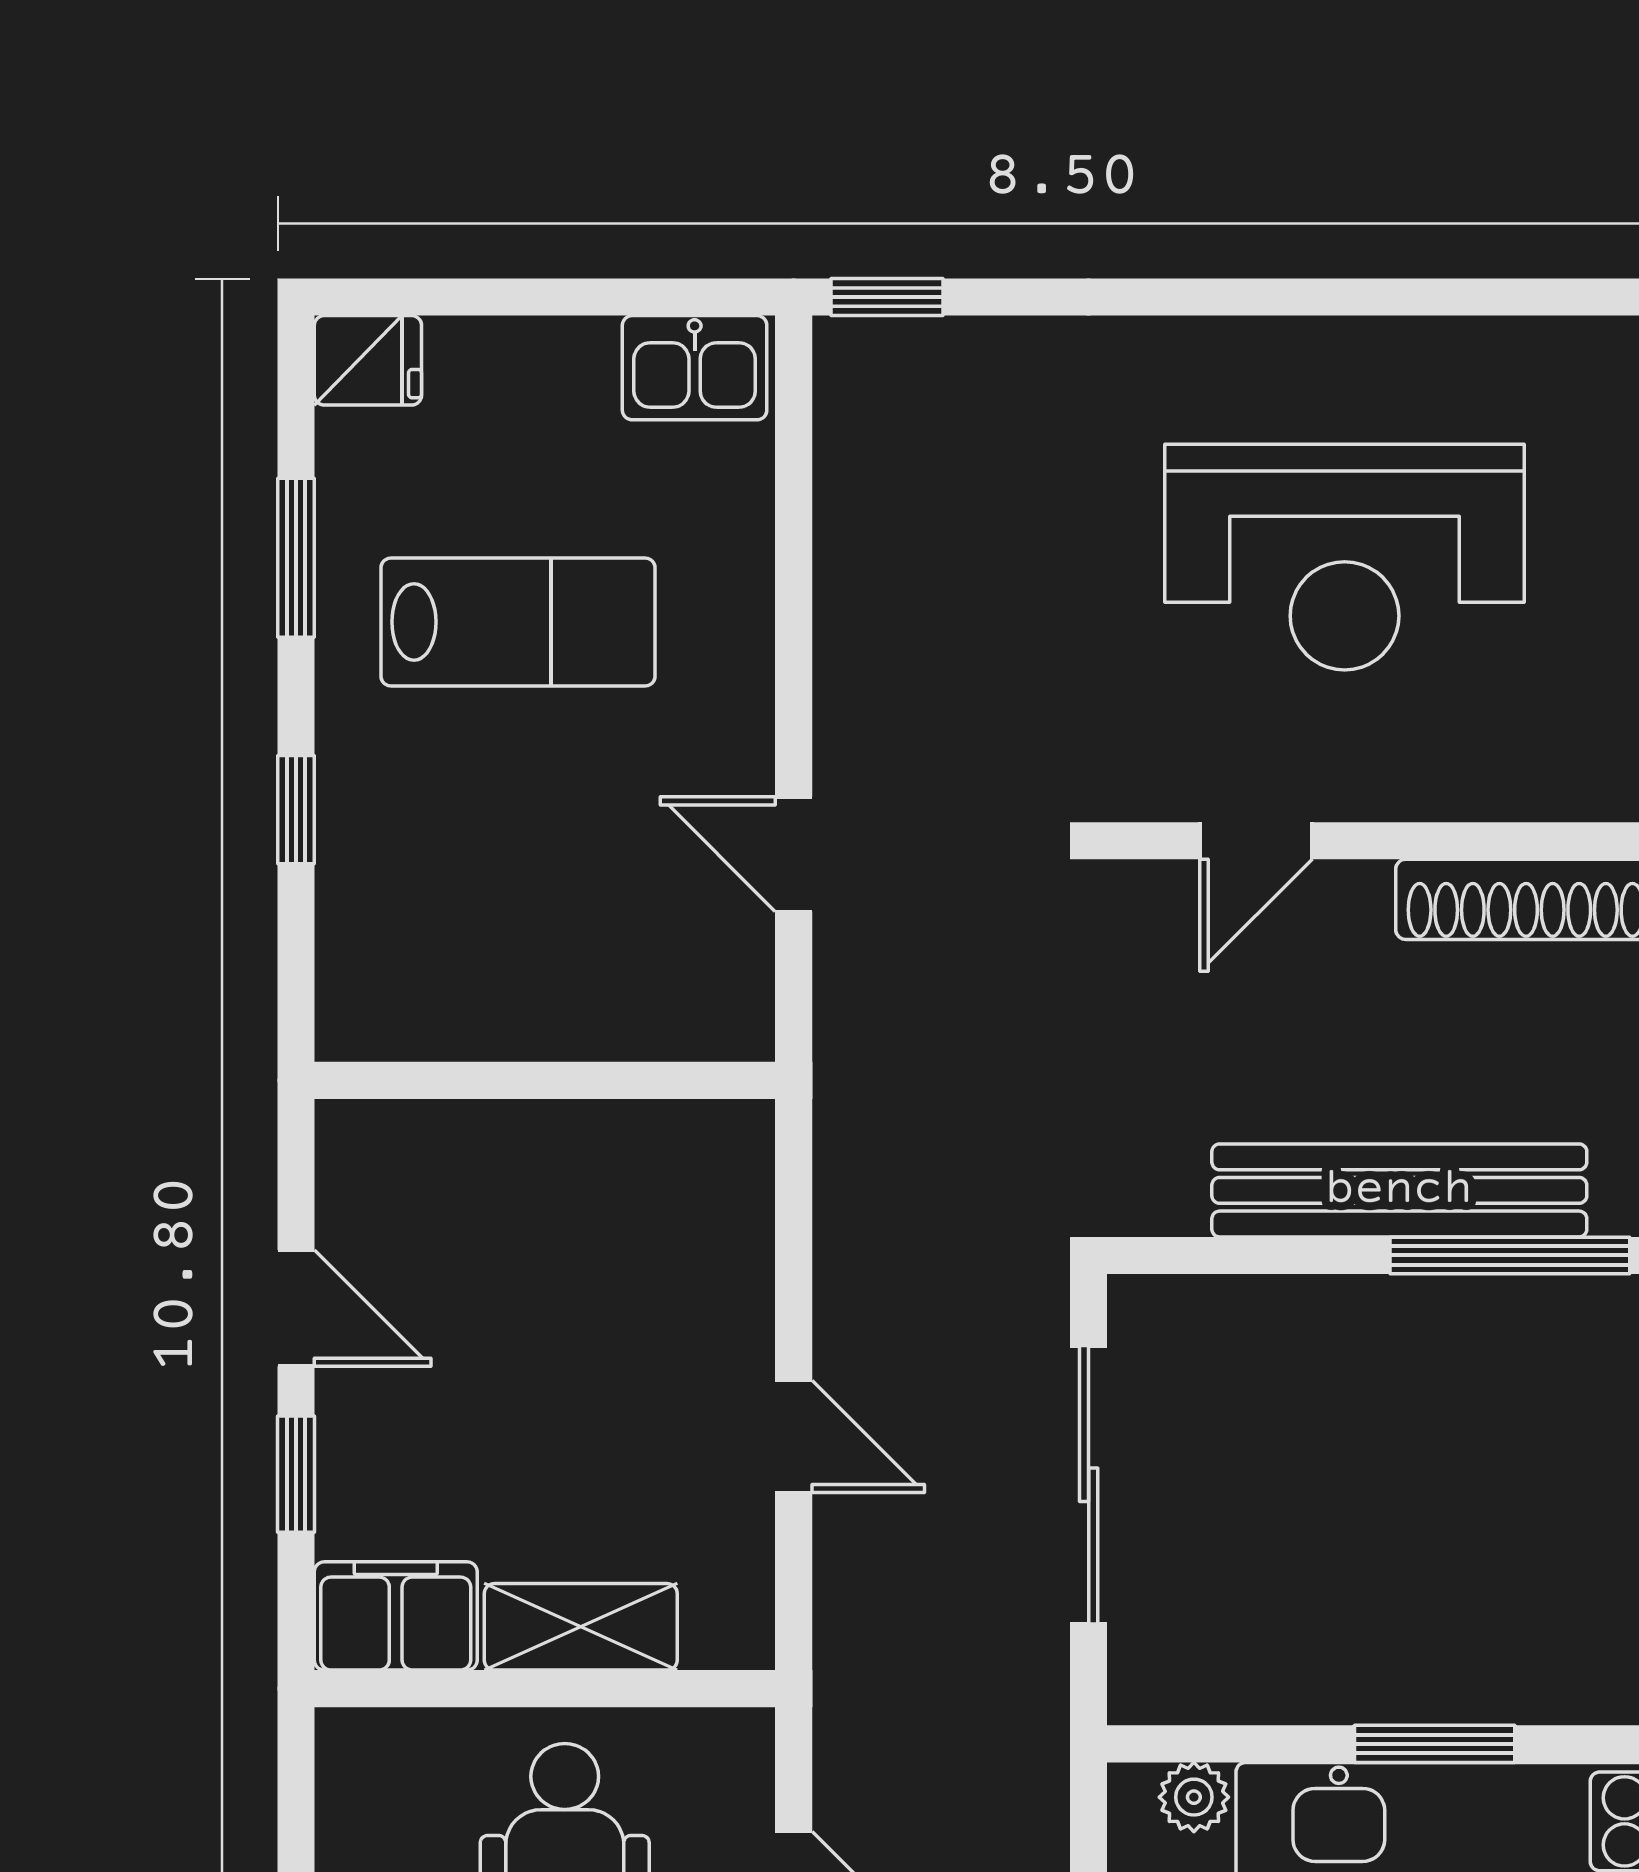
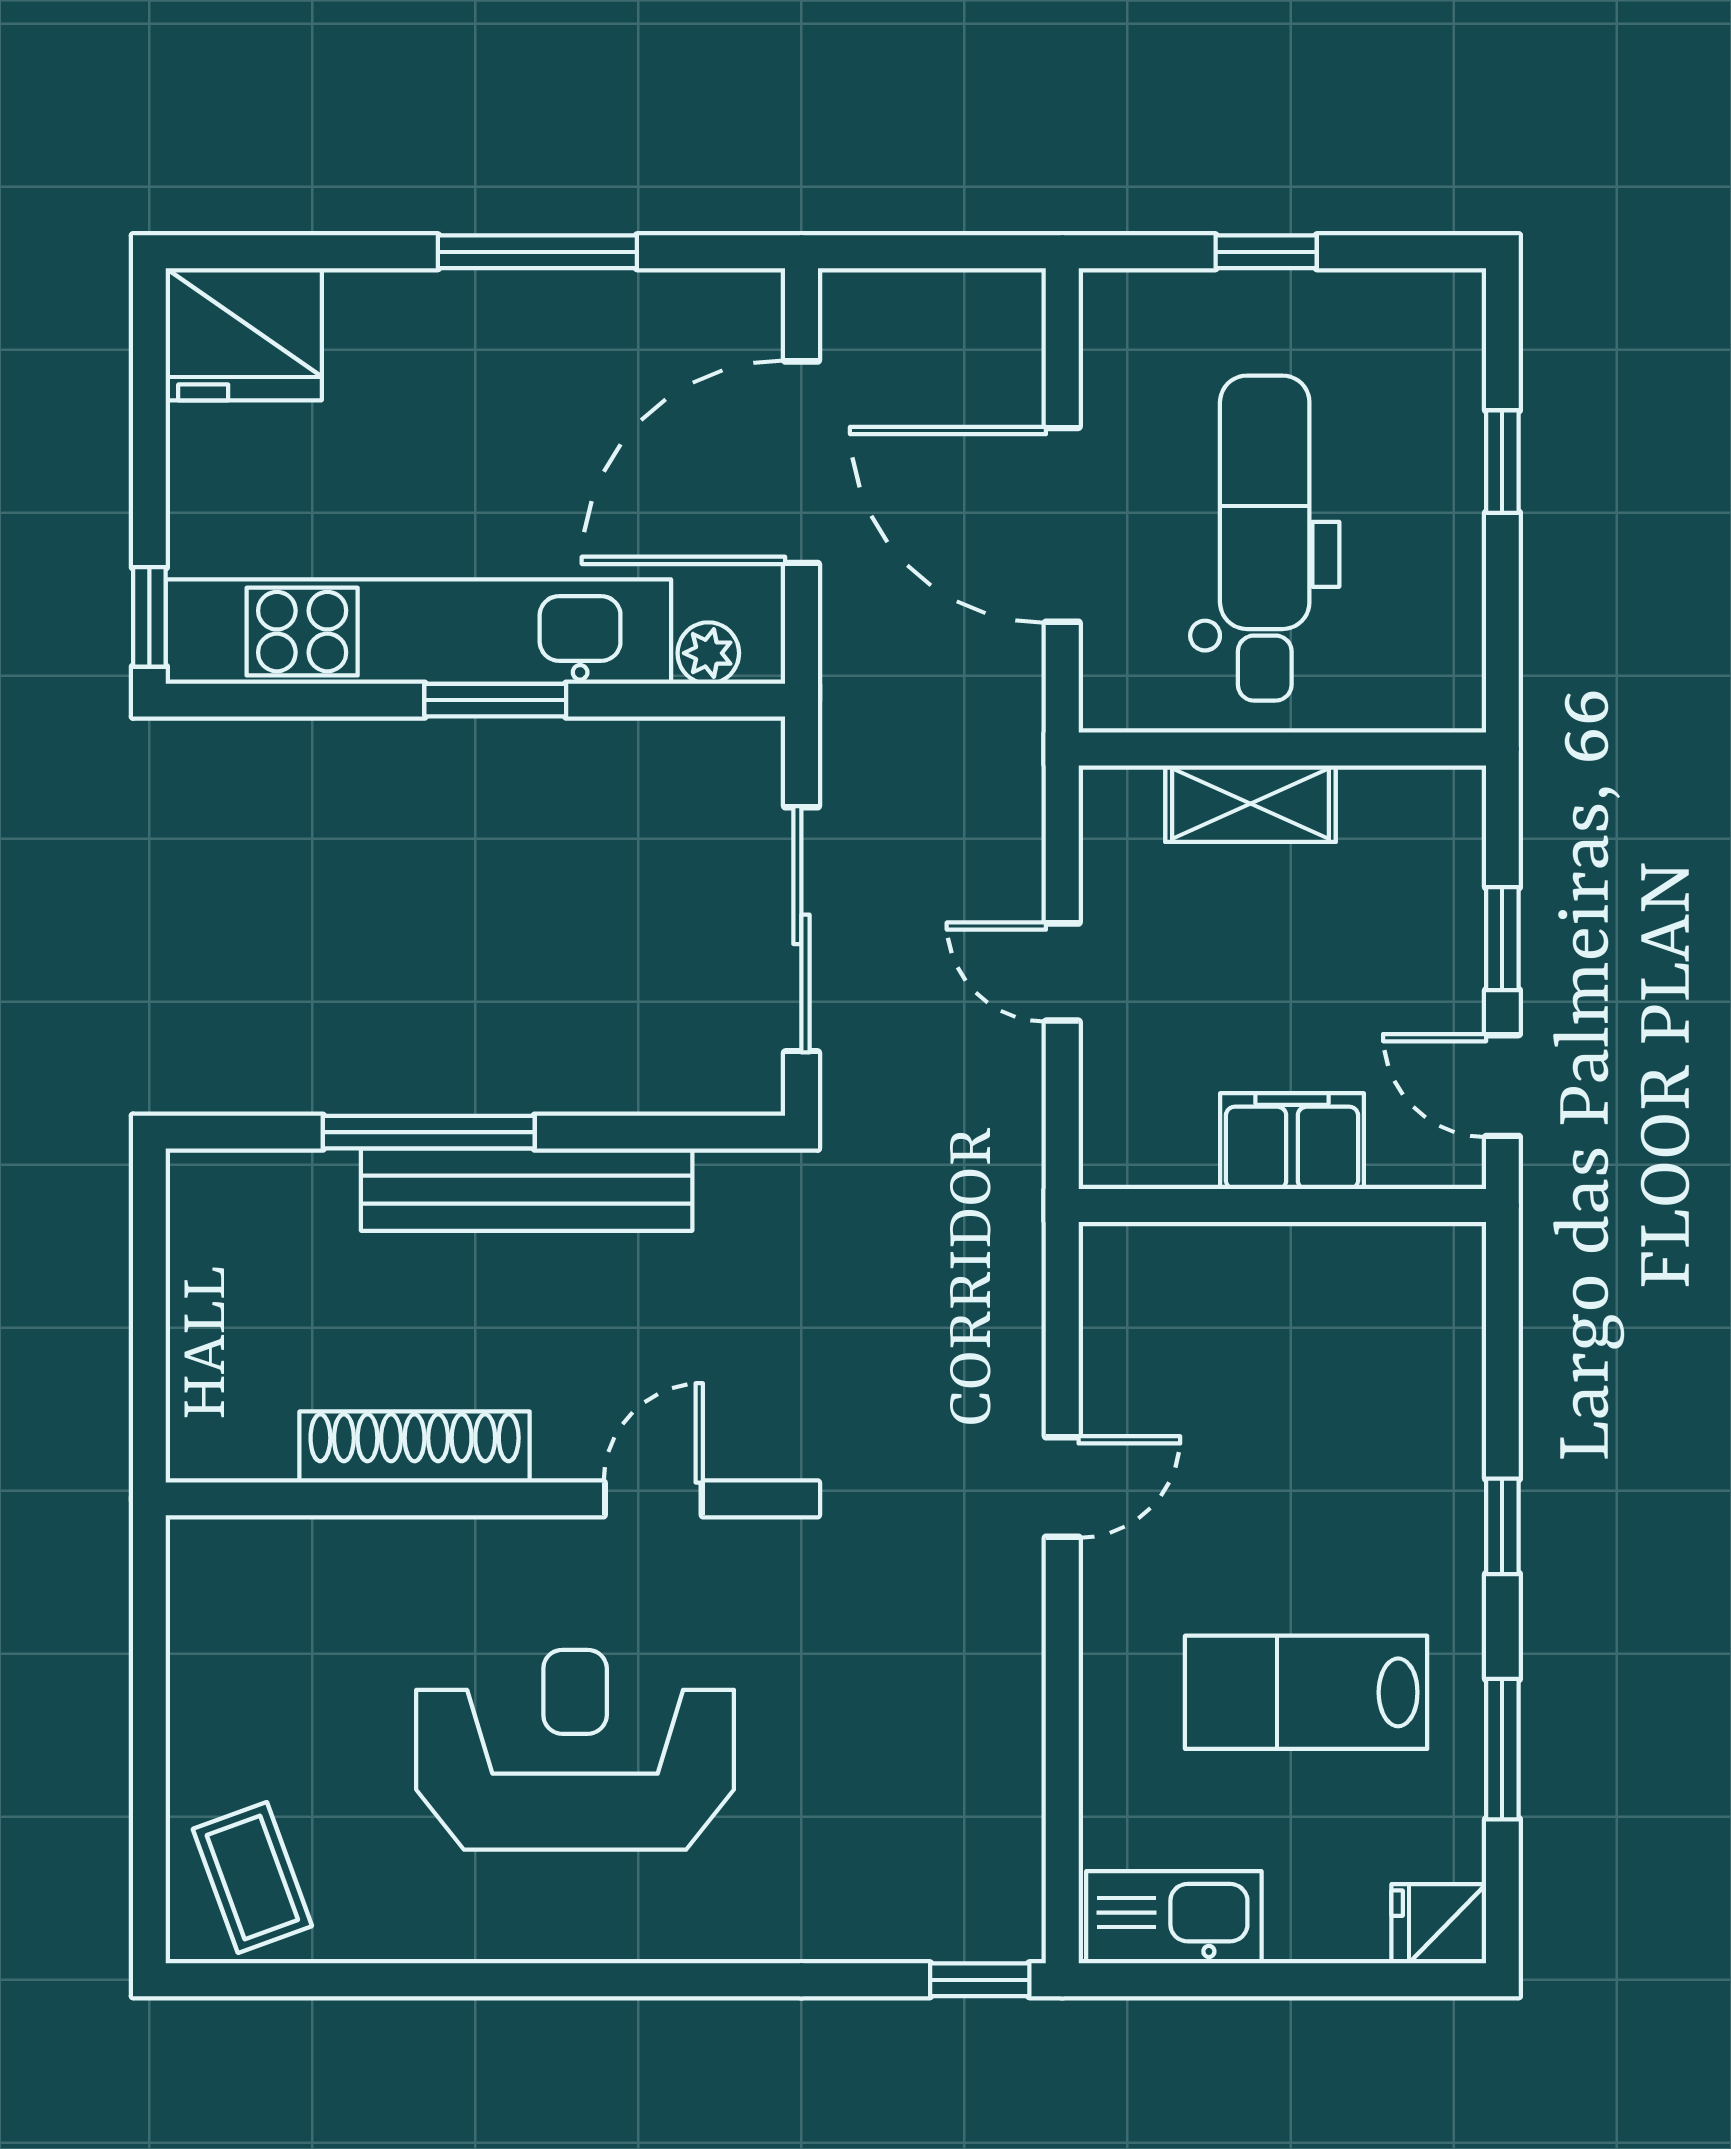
kitchen sink: (695, 368) -> (1174, 1917), width x1.38
door: (794, 854) -> (1062, 1487), hinge flipped
wall: (545, 1080) -> (1282, 1205), moved
filing cabinet: (396, 1616) -> (1292, 1141), moved, turned 180

